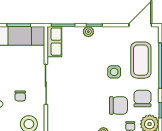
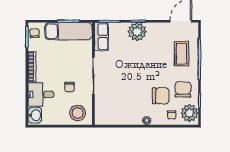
plant: (88, 32) -> (137, 32), width x1.87, depth x1.87
coffee table: (141, 60) -> (182, 54), width x0.73, depth x0.76
side table: (114, 72) -> (157, 65), removed

